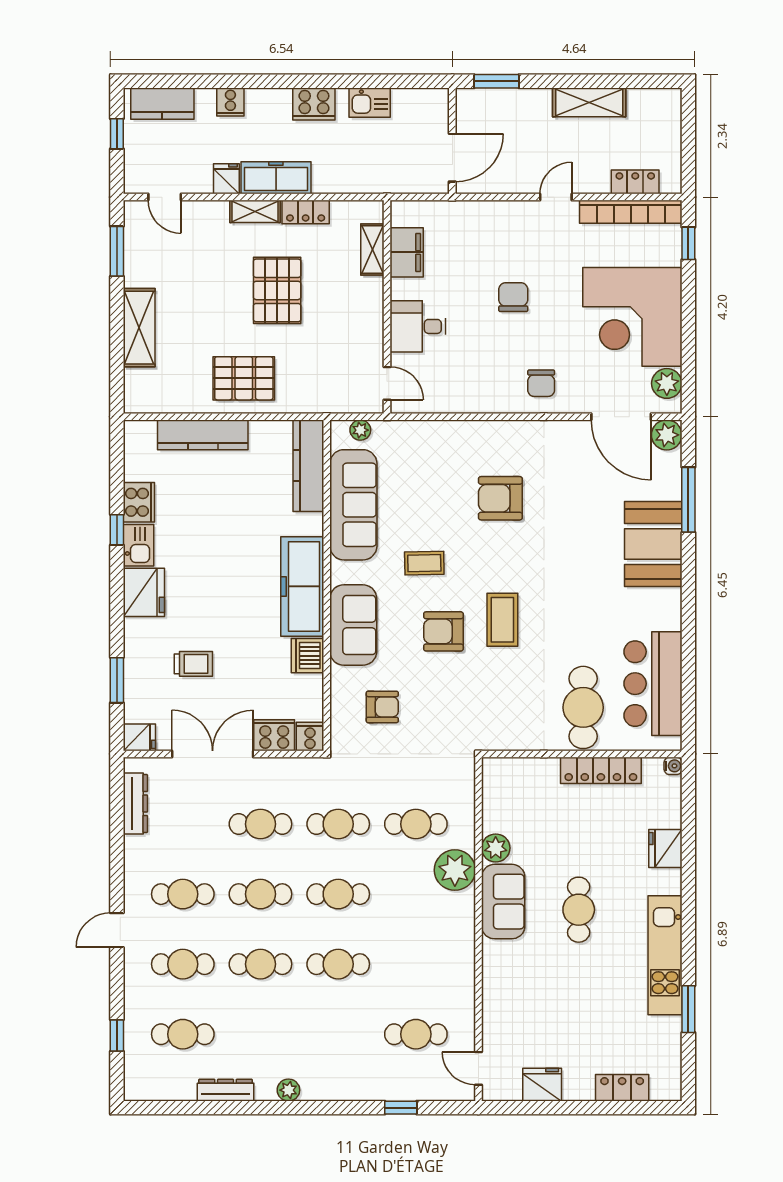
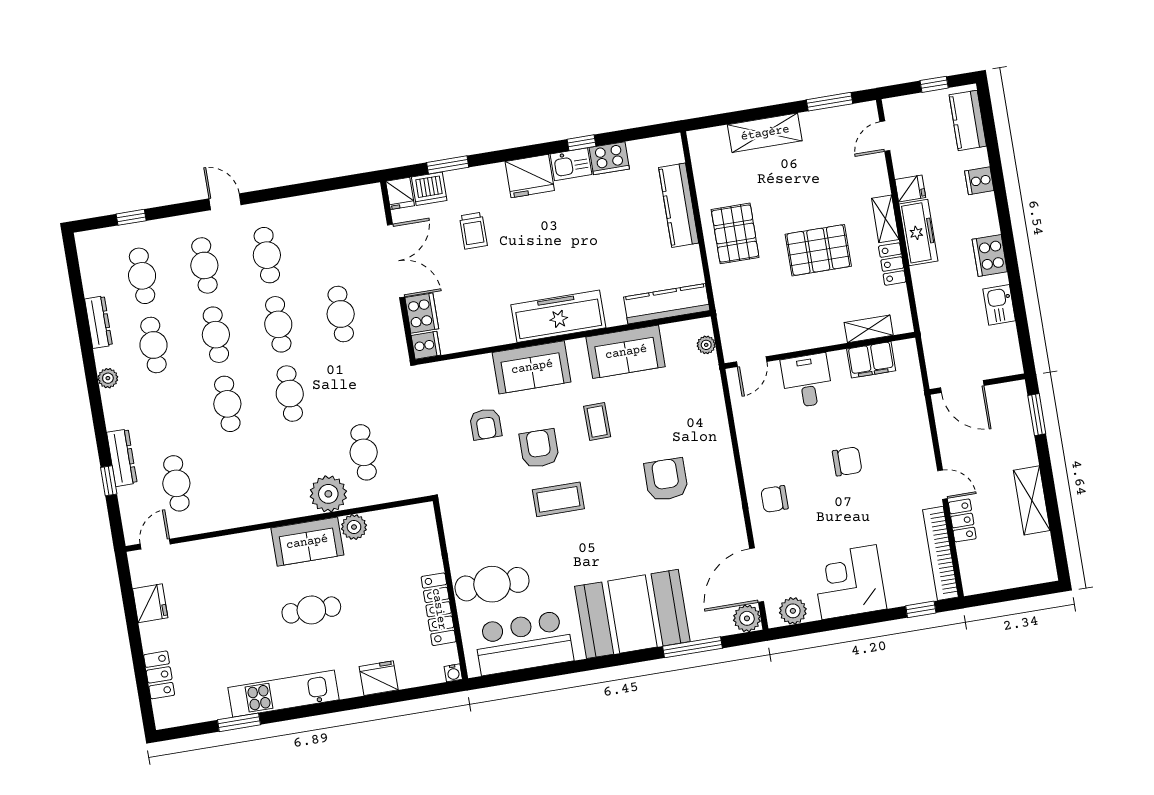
locker: (635, 182) -> (962, 520), moved
corner desk: (632, 317) -> (849, 582), width x0.74, depth x0.74
sofa: (353, 505) -> (626, 352), width x0.73
booth: (653, 544) -> (632, 614), width x1.36, depth x1.42
dishwasher: (307, 656) -> (429, 189), moved, turned 180
armchair: (382, 707) -> (486, 424), moved
dresser: (135, 803) -> (122, 458), moved, turned -90
cafe table: (338, 824) -> (153, 345), moved

